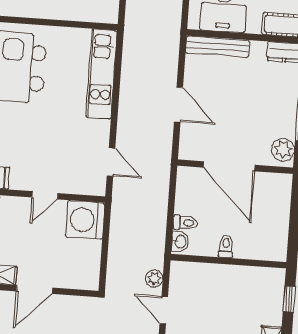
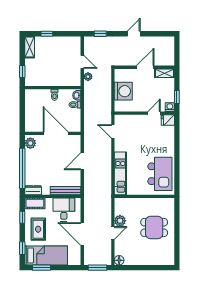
door: (178, 105) -> (82, 161), hinge flipped
door: (45, 195) -> (154, 113), moved
washing machine: (85, 220) -> (123, 91), moved

